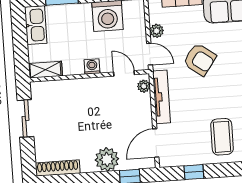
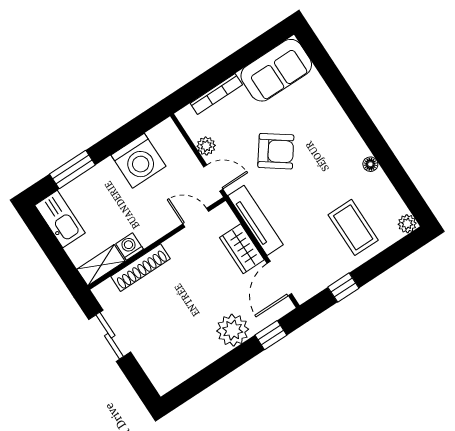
washing machine: (92, 67) -> (130, 246), moved
plant: (144, 86) -> (228, 220), removed
wardrobe: (142, 110) -> (242, 249), added
shoe rack: (58, 168) -> (141, 268), moved, turned 180

